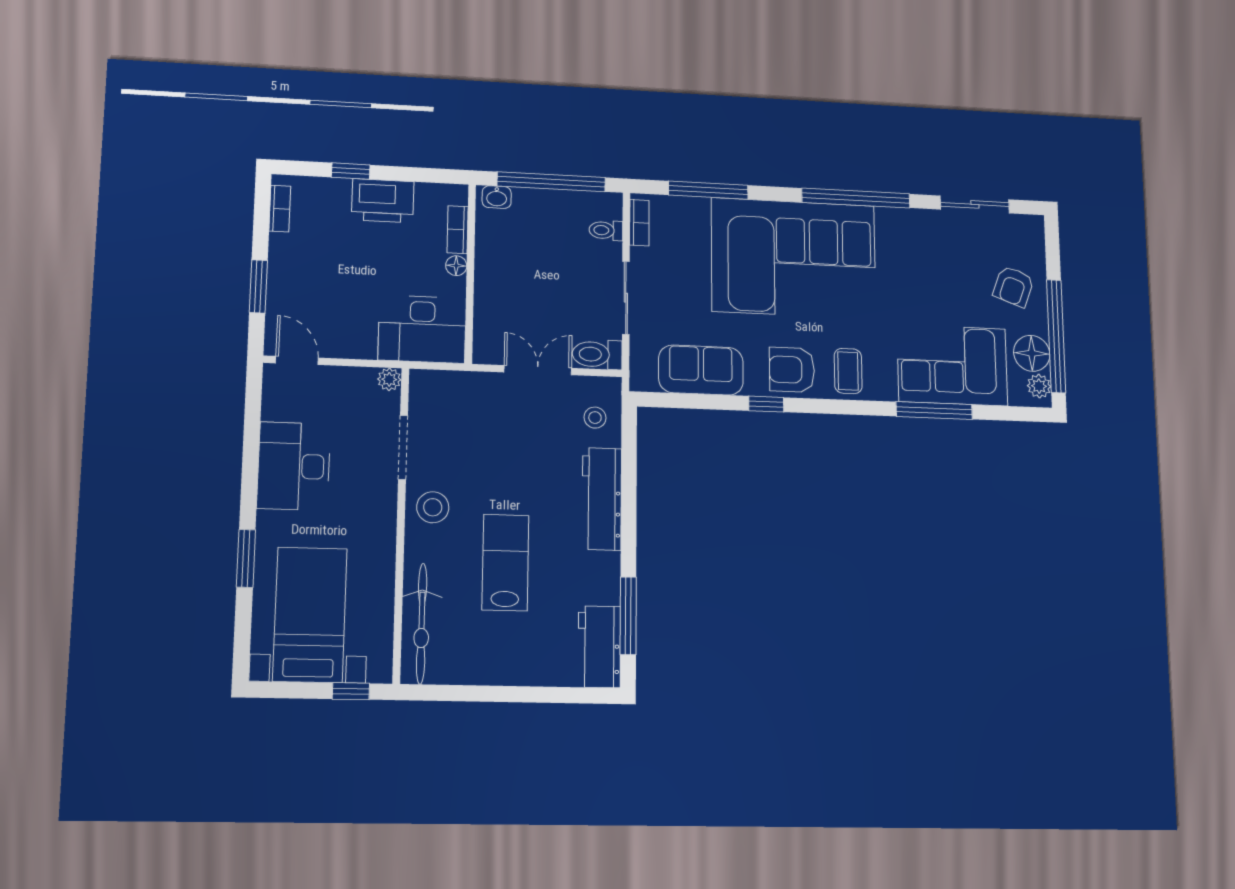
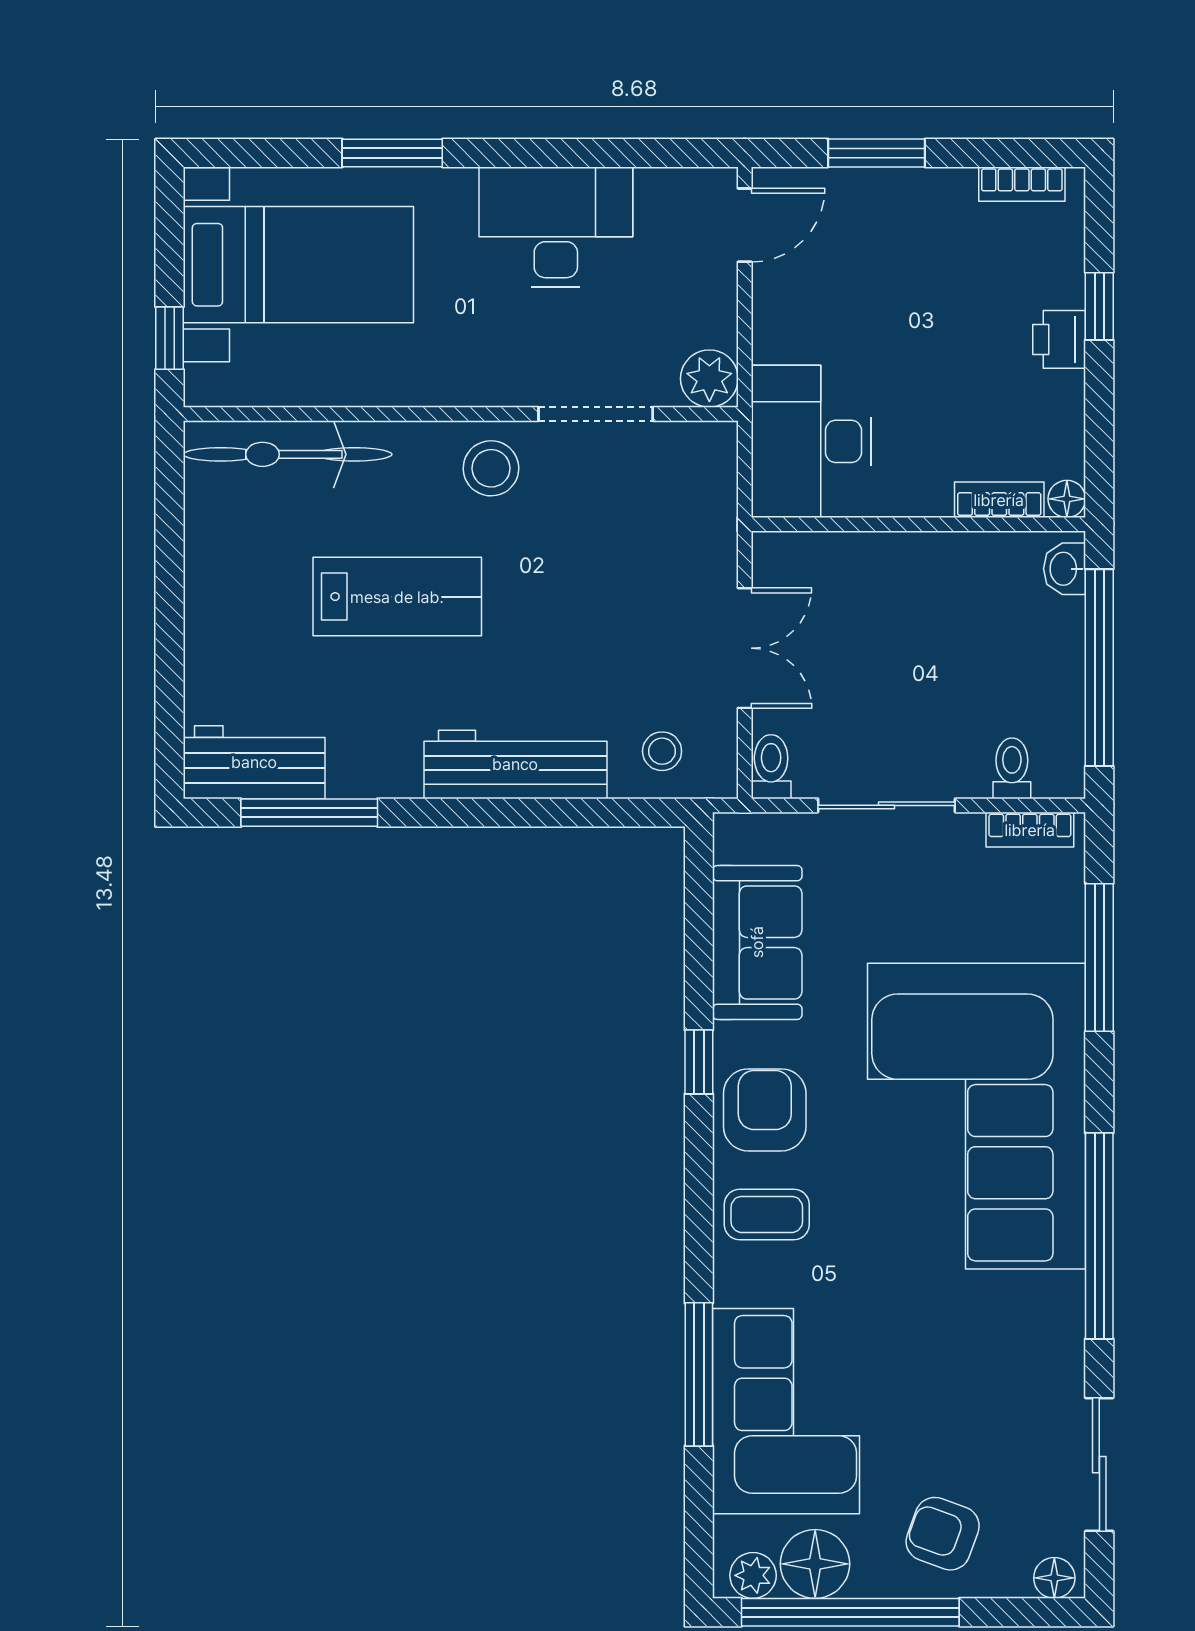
printer: (383, 201) -> (1059, 339), width x0.53, depth x0.68
floor lamp: (1034, 230) -> (1054, 1578), added
floor lamp: (456, 266) -> (1067, 499), moved
toilet: (597, 354) -> (771, 767), width x0.73, depth x0.72
plant: (389, 379) -> (709, 379), width x1.38, depth x1.38

